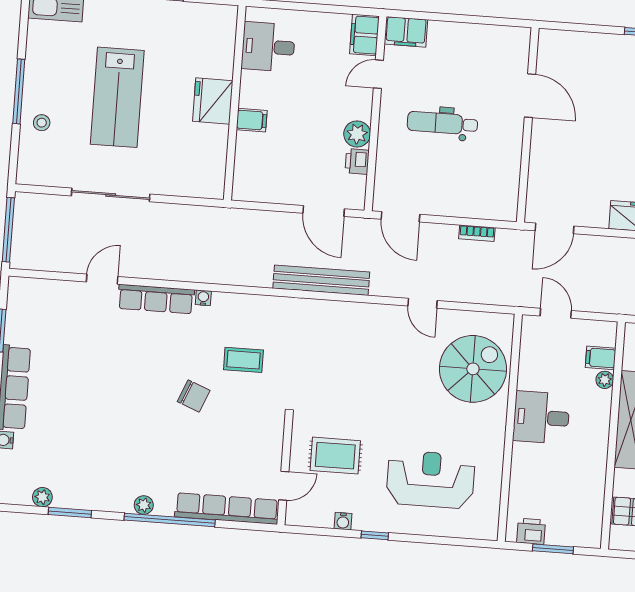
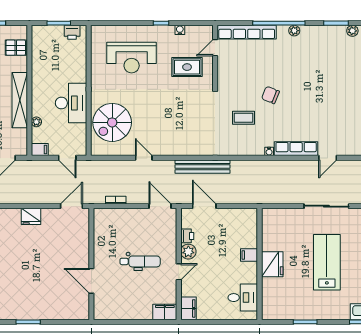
door: (378, 74) -> (179, 272), moved
filing cabinet: (601, 358) -> (40, 149), moved
desk: (541, 417) -> (71, 103), width x1.37

